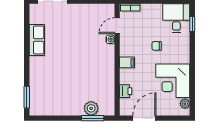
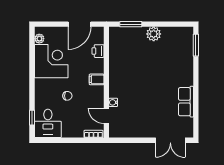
door: (117, 26) -> (106, 116), swing flipped
plant: (91, 108) -> (154, 34), moved

